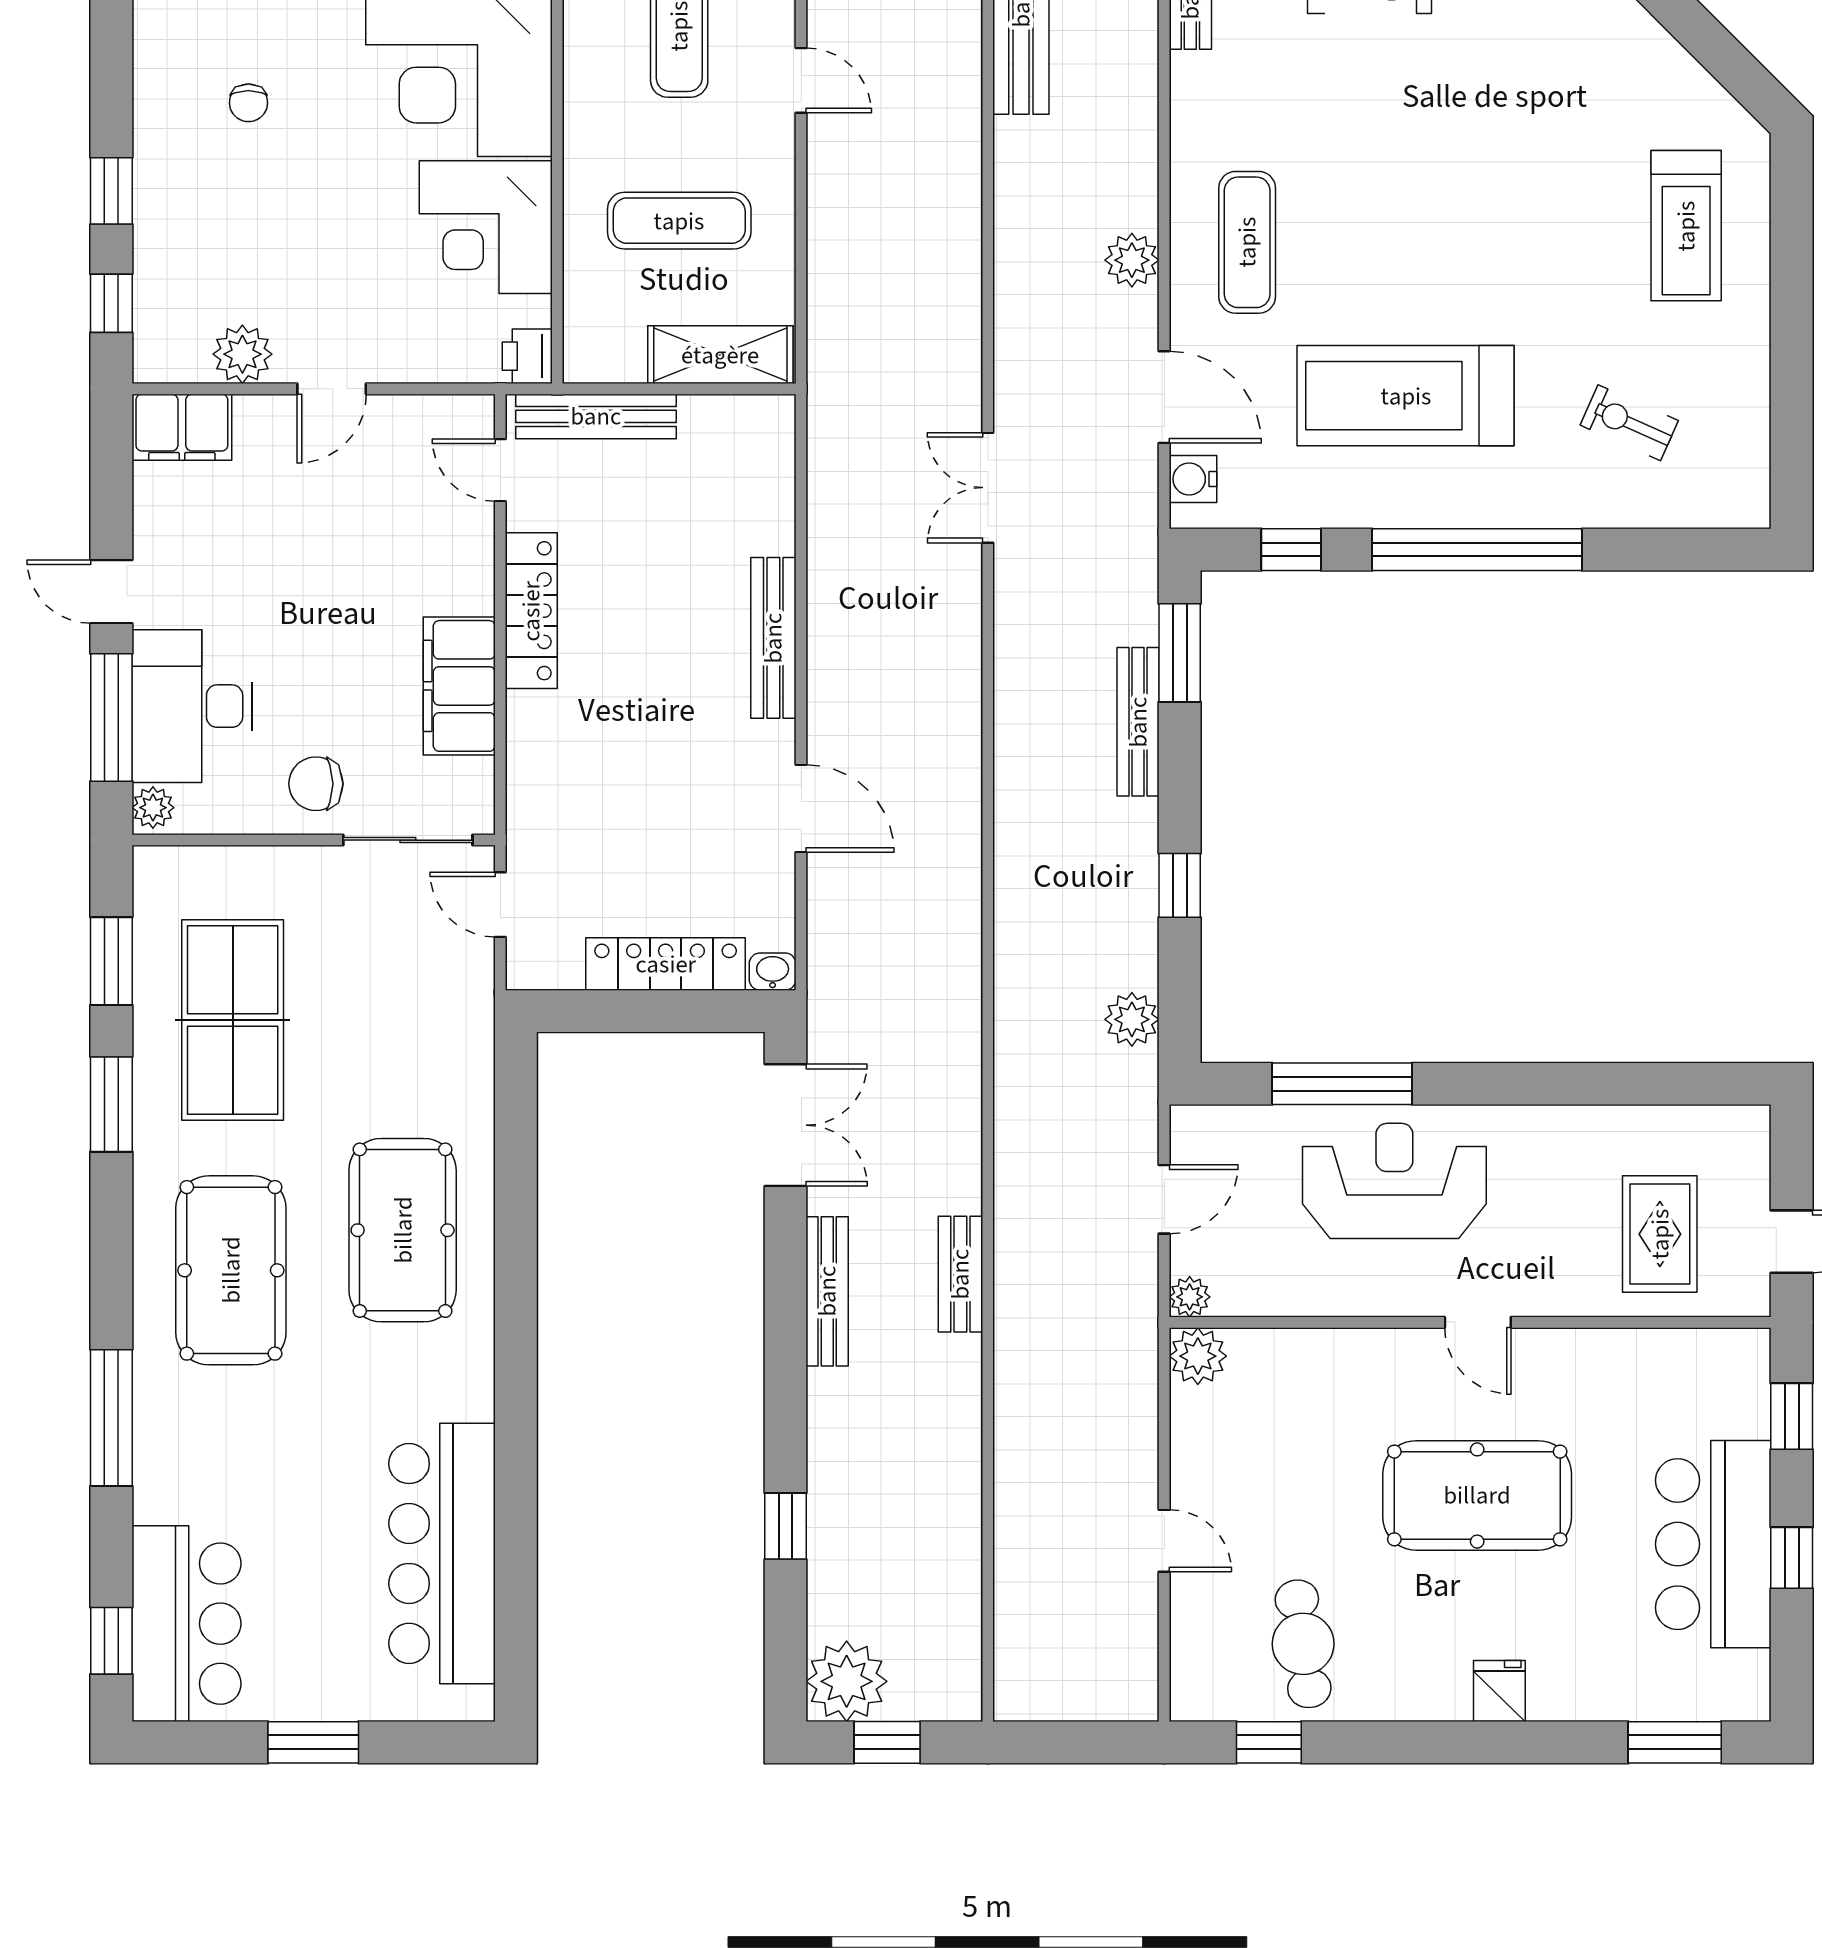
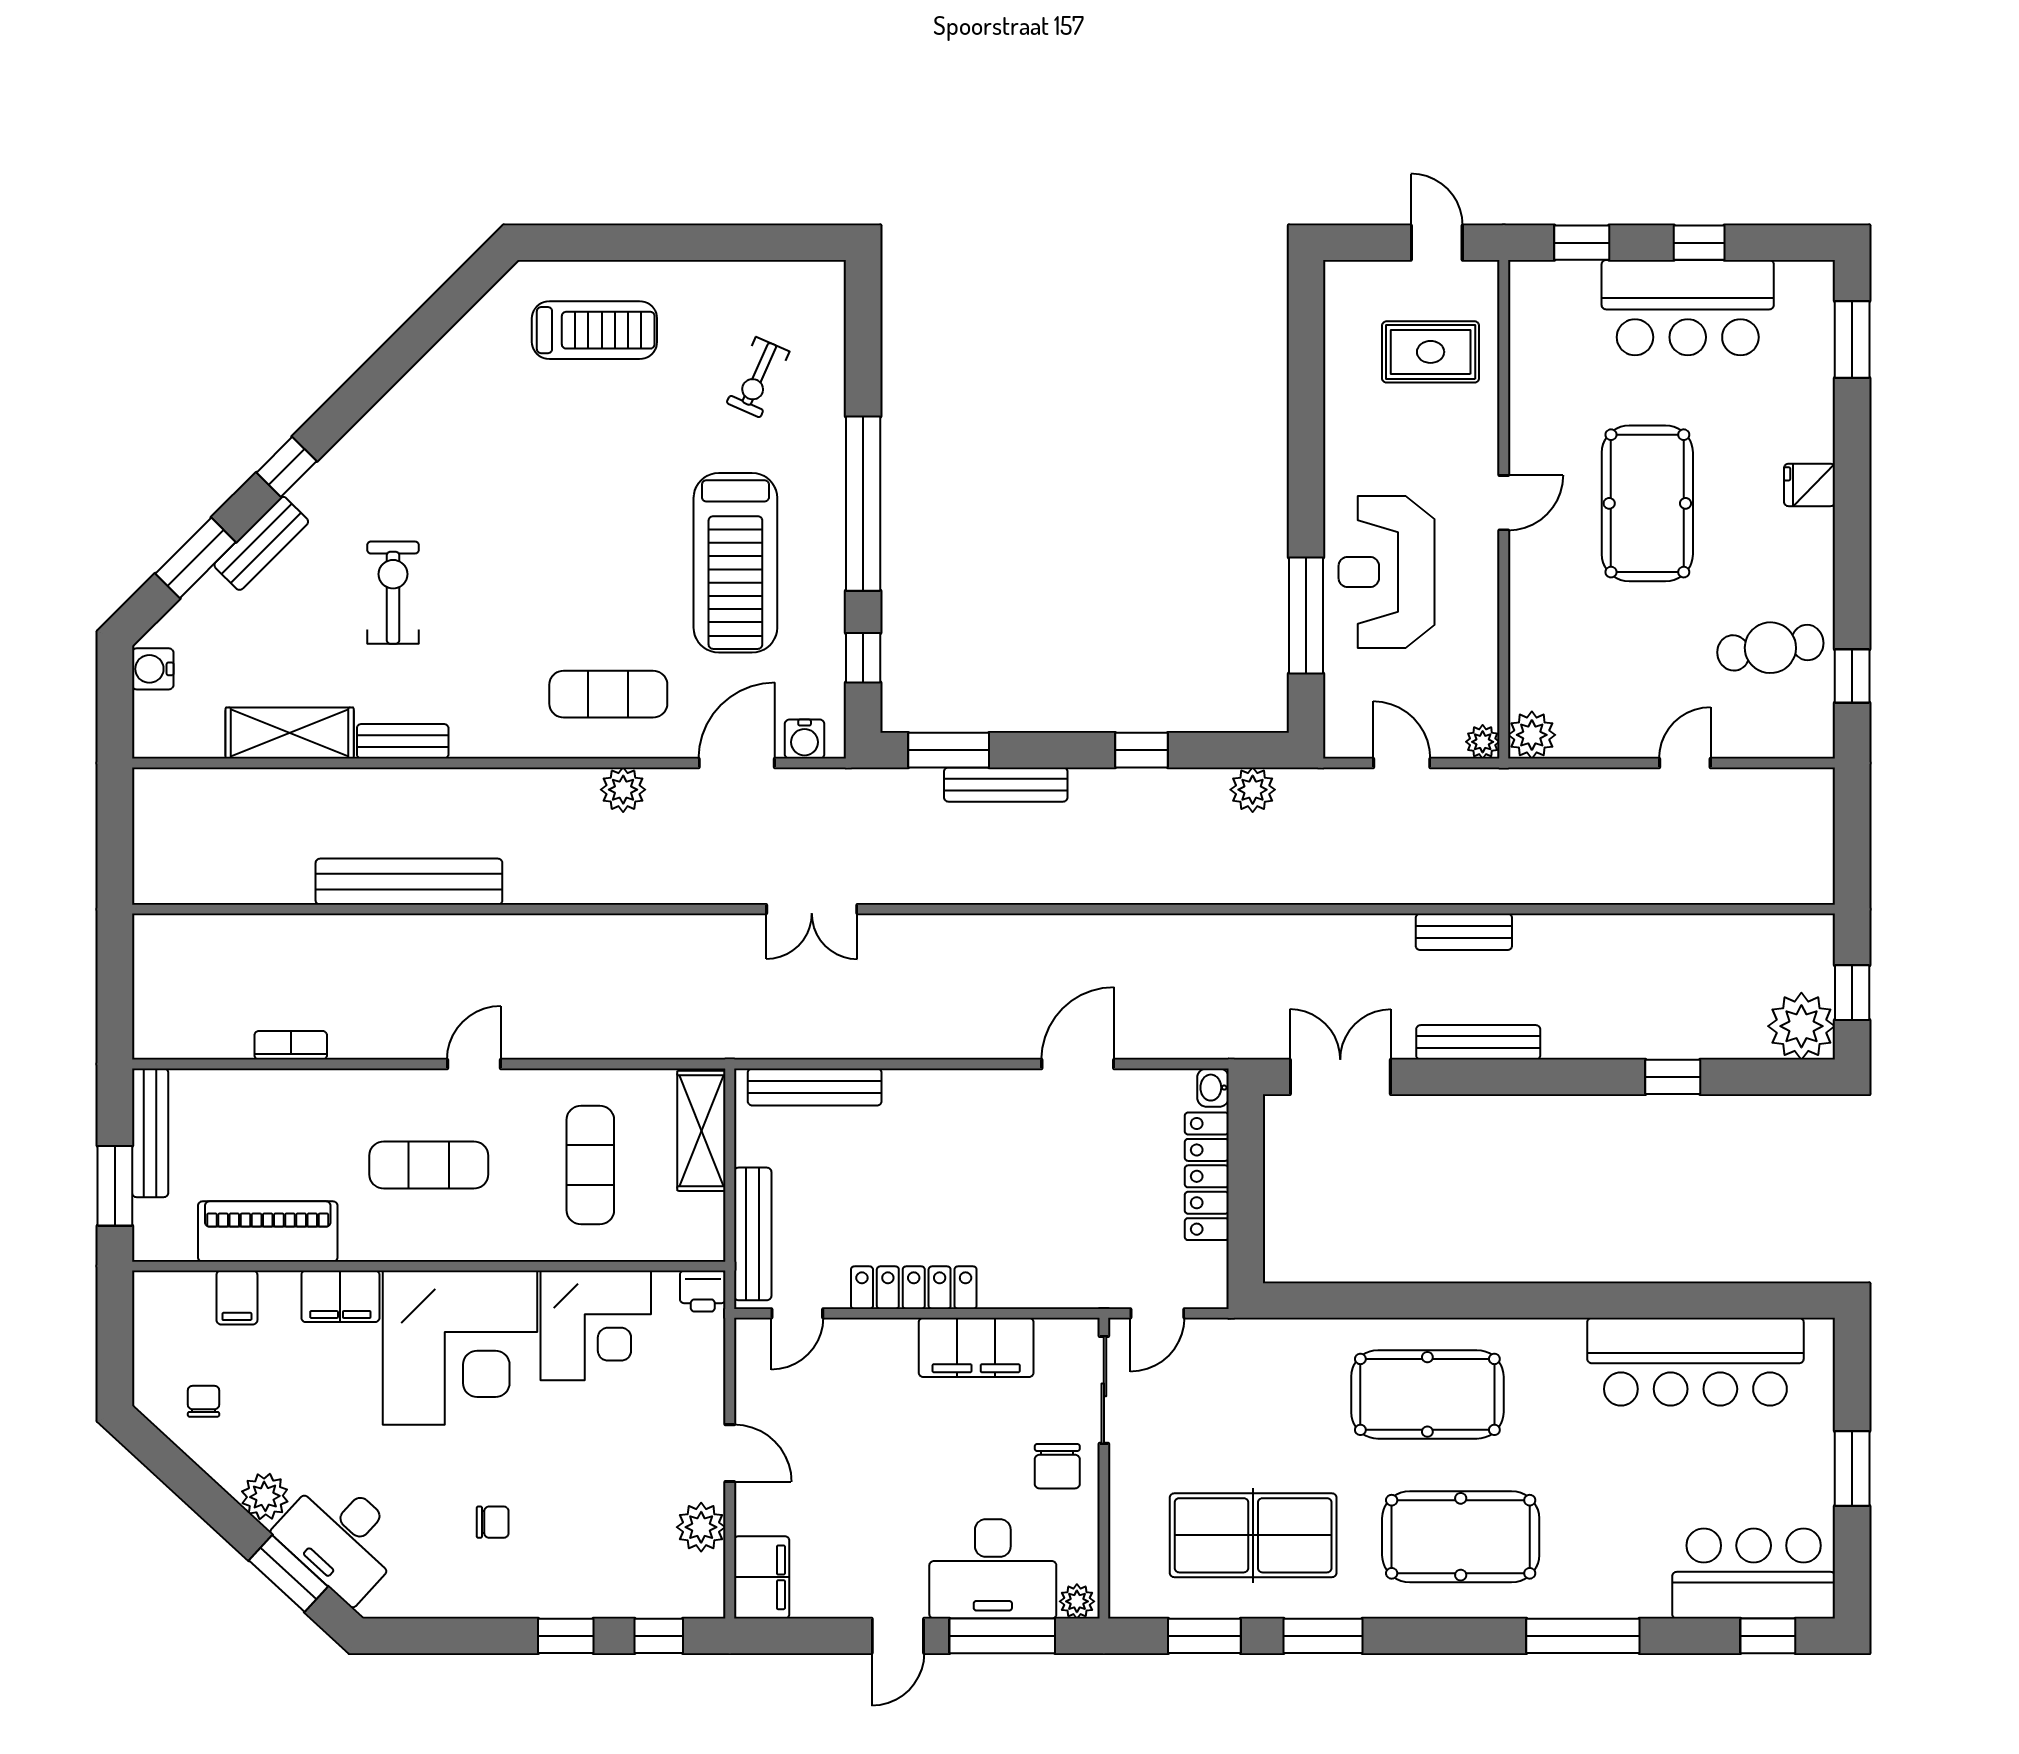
bench: (773, 638) -> (815, 1087), moved

